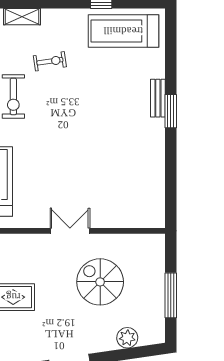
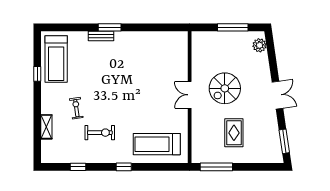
spiral stairs: (100, 282) -> (225, 88), moved
plant: (127, 338) -> (259, 45), moved

